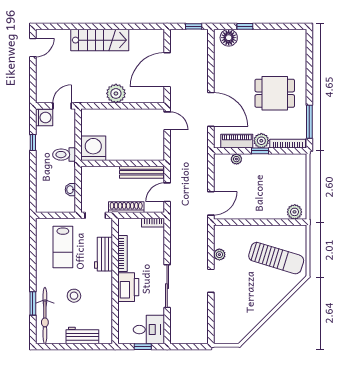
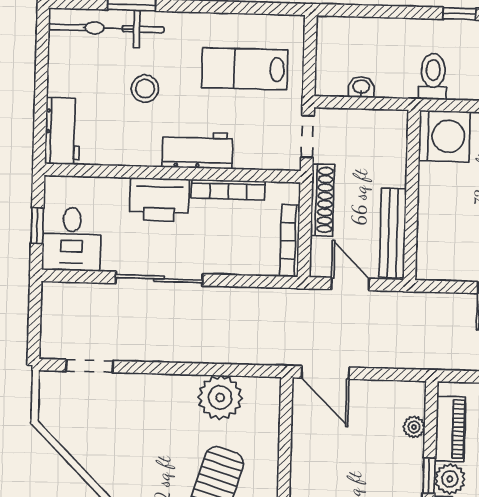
bookcase: (153, 223) -> (290, 241), width x1.56
workbench: (103, 254) -> (197, 150), moved
plant: (219, 255) -> (220, 397), width x1.87, depth x1.87
doorway: (211, 281) -> (90, 366), moved
workbench: (82, 335) -> (63, 131), moved

